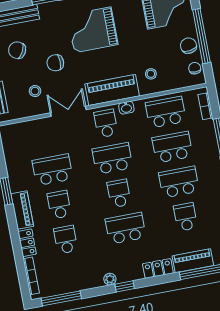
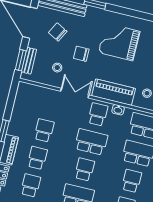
school desk: (52, 170) -> (44, 130), width x0.54
school desk: (179, 182) -> (132, 181), width x0.54

